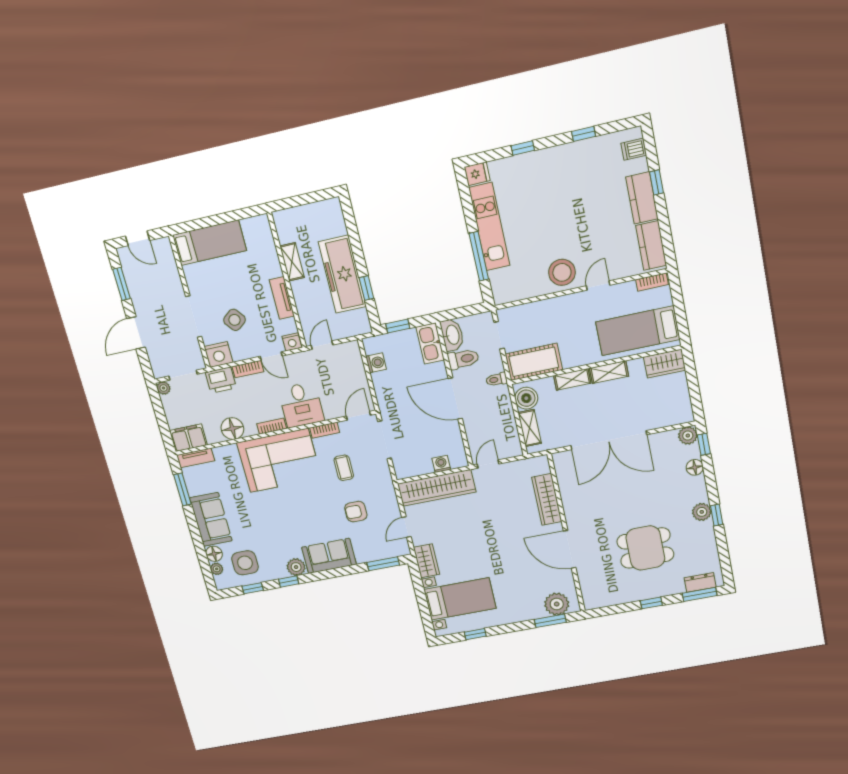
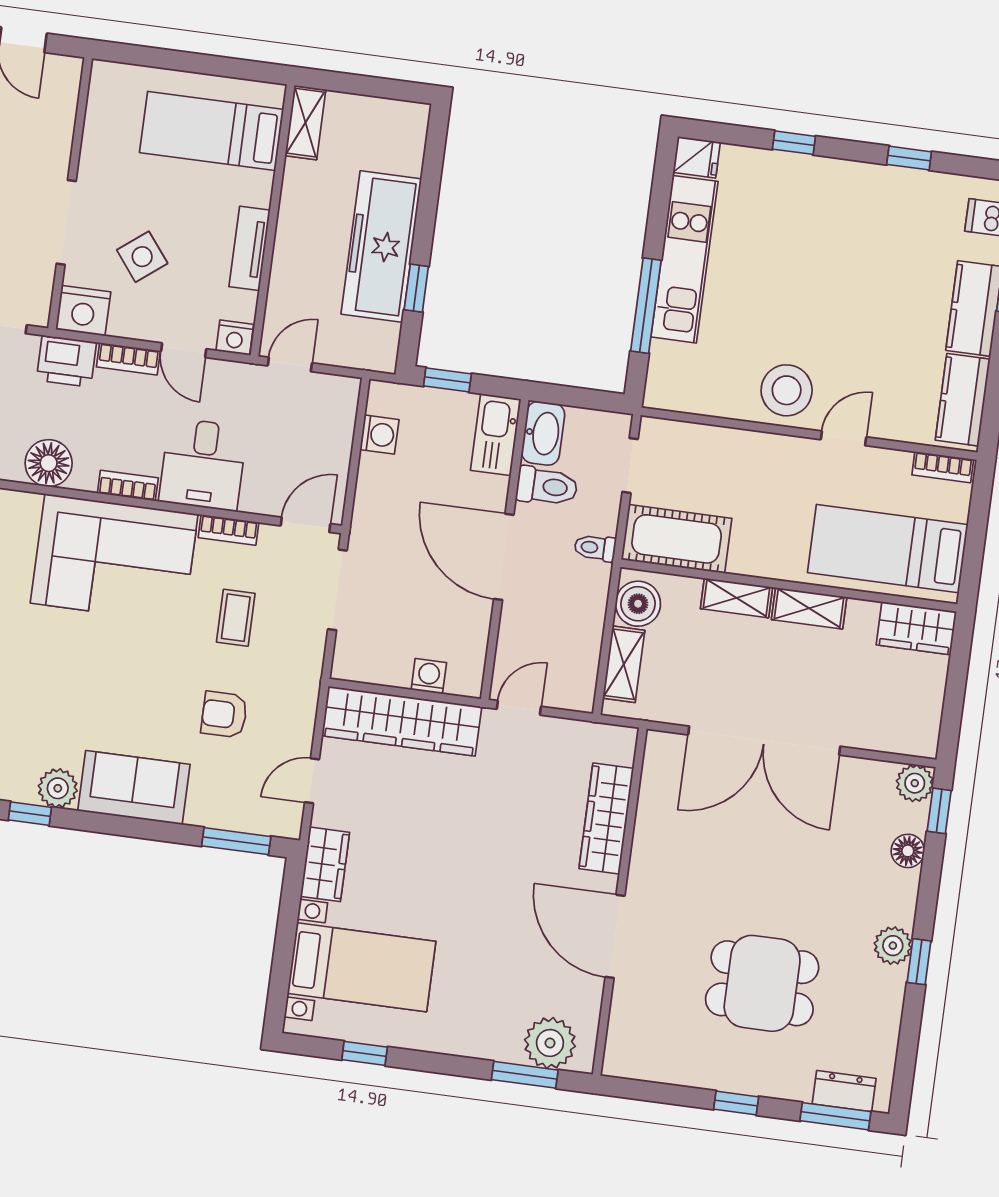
bed: (210, 243) -> (212, 131), moved, turned 180
shelving: (292, 262) -> (305, 123), moved

